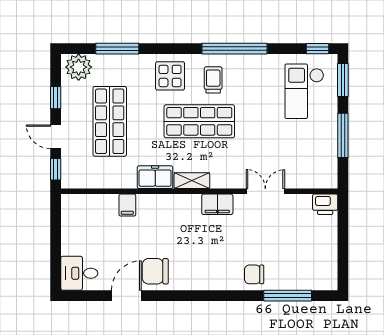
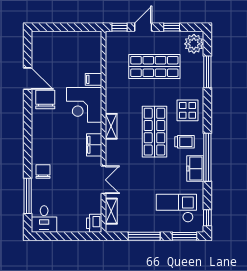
freezer: (155, 177) -> (195, 169), moved, turned 180
shelving: (308, 181) -> (111, 211), added
corner desk: (162, 218) -> (84, 105), added
desk: (79, 273) -> (44, 219), moved, turned 180

